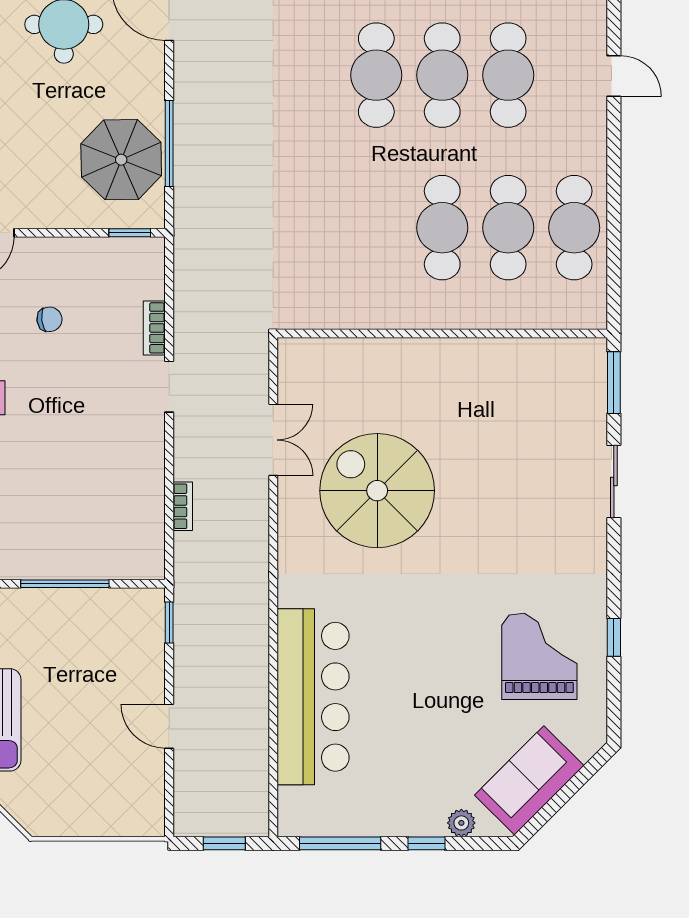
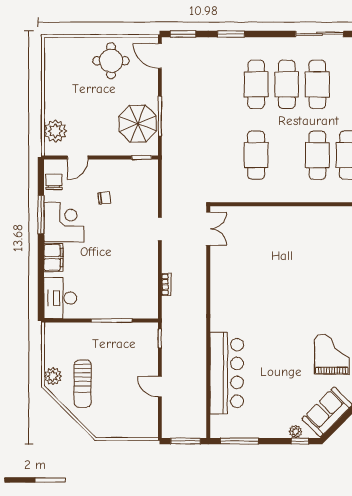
cafe table: (442, 228) -> (256, 155), moved
bookcase: (154, 328) -> (153, 202), removed
double door: (273, 440) -> (208, 229), moved
spiral stairs: (377, 491) -> (256, 277), removed
window: (224, 843) -> (186, 441), width x1.50
window: (426, 843) -> (300, 441), moved

